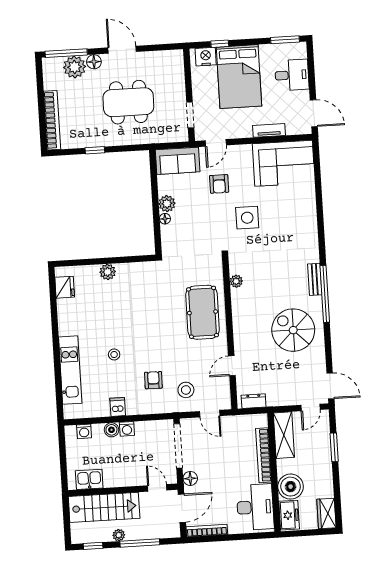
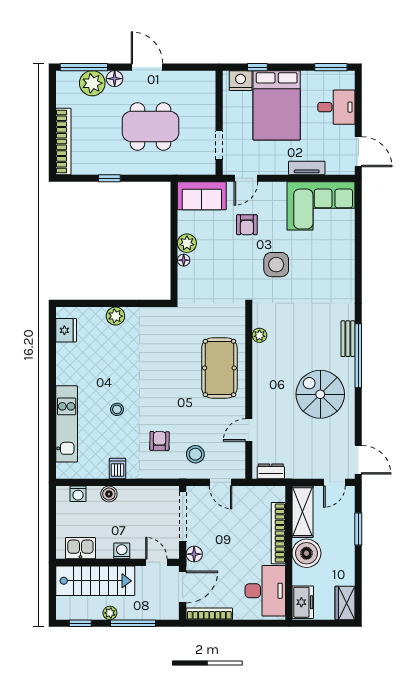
washing machine: (127, 429) -> (122, 551), moved, turned 180
boiler: (291, 487) -> (306, 553), moved

